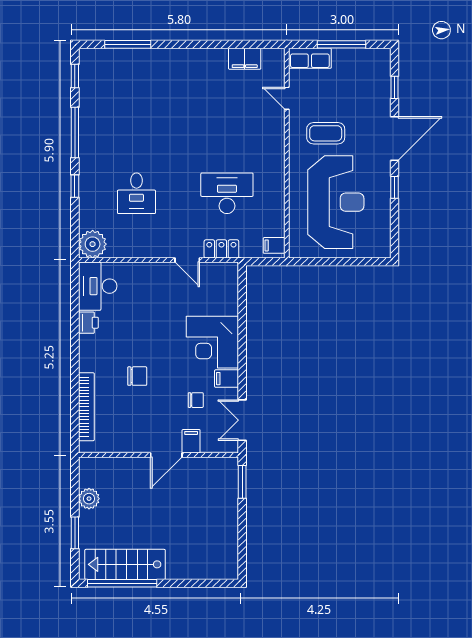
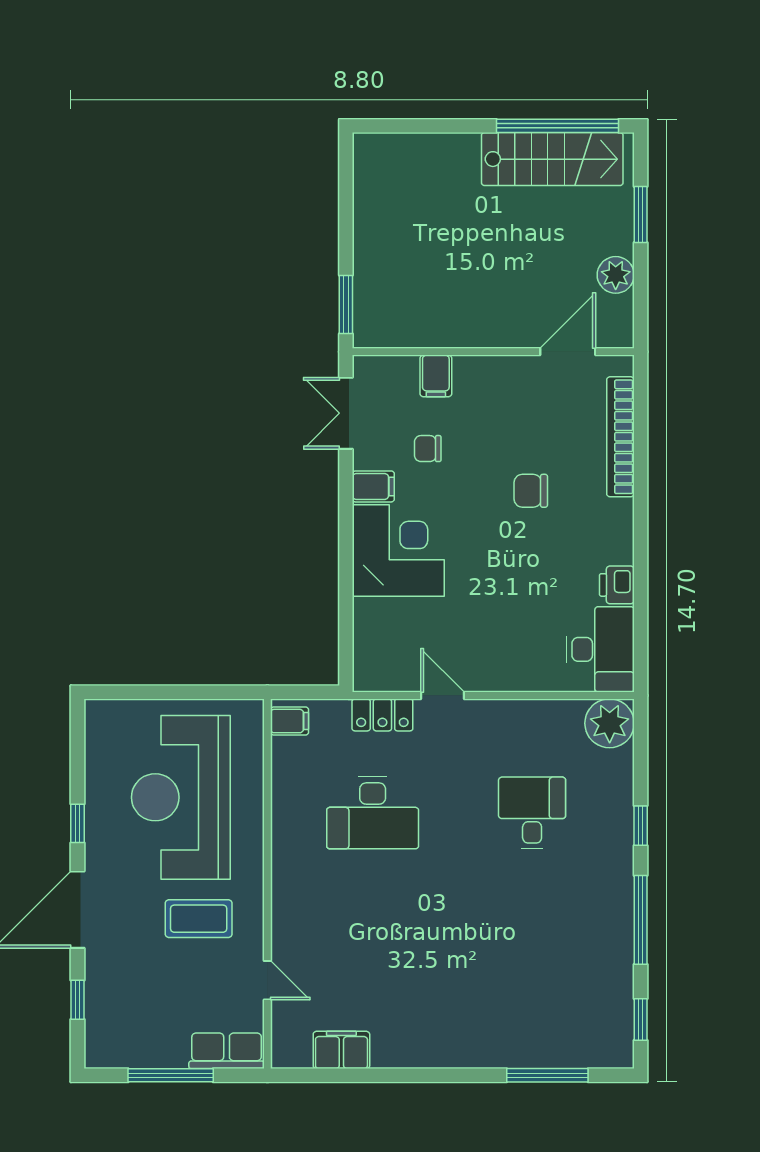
double door: (242, 420) -> (346, 413), swing flipped
door: (166, 455) -> (568, 352), moved

